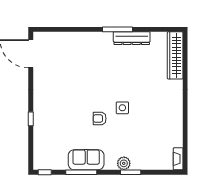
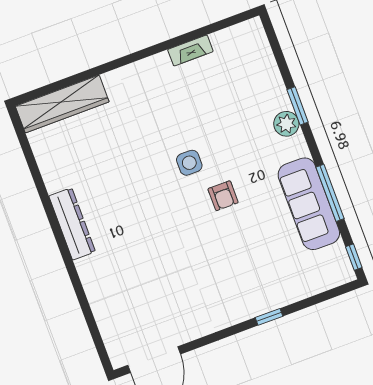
window: (117, 29) -> (54, 223), removed
dresser: (132, 38) -> (72, 224), moved
fireplace: (178, 159) -> (190, 50), moved
sofa: (86, 160) -> (309, 204), width x1.36

